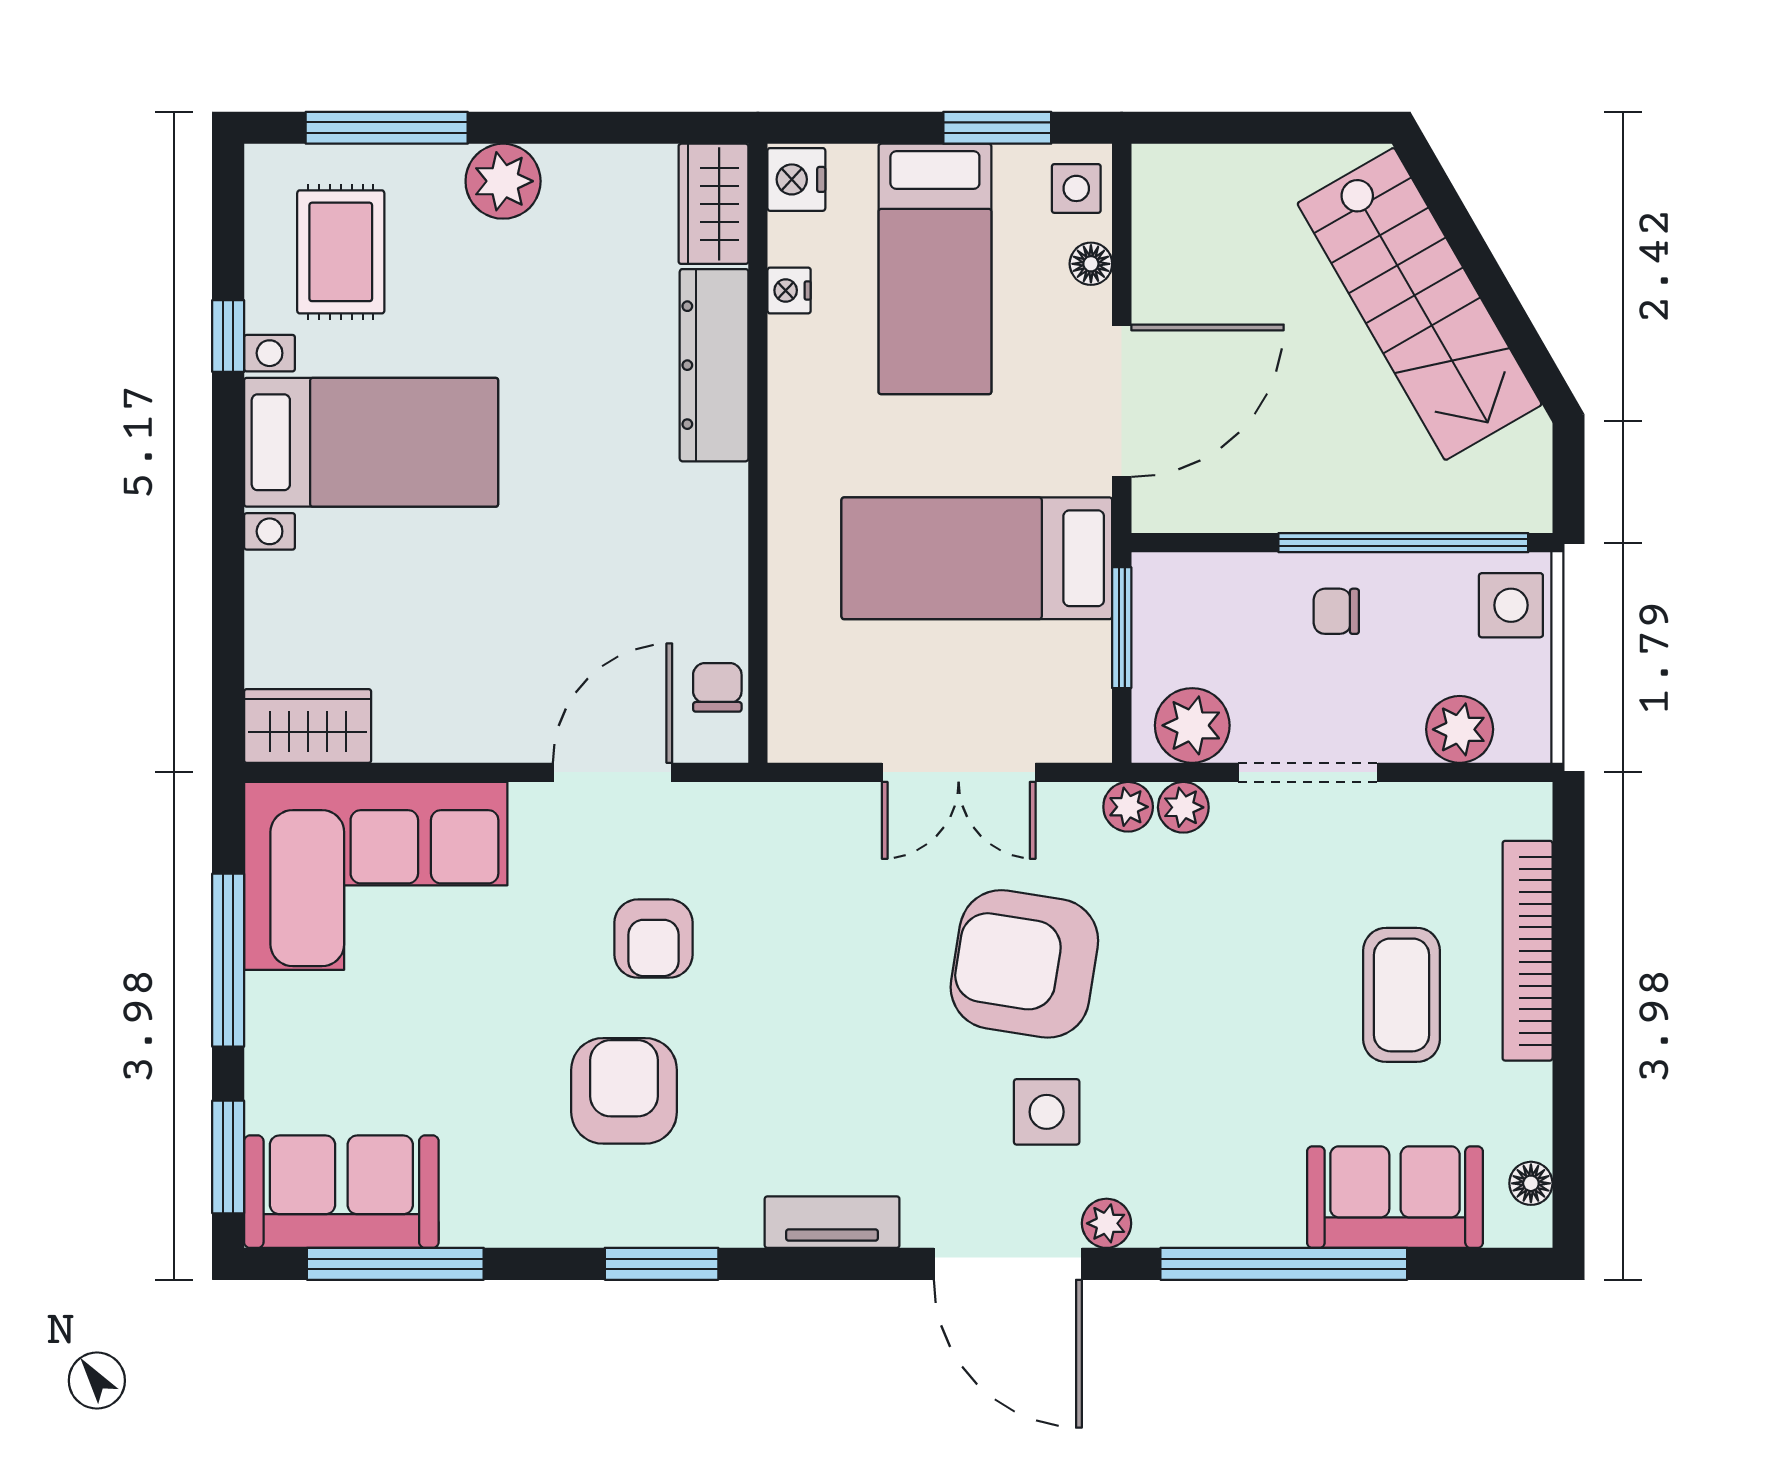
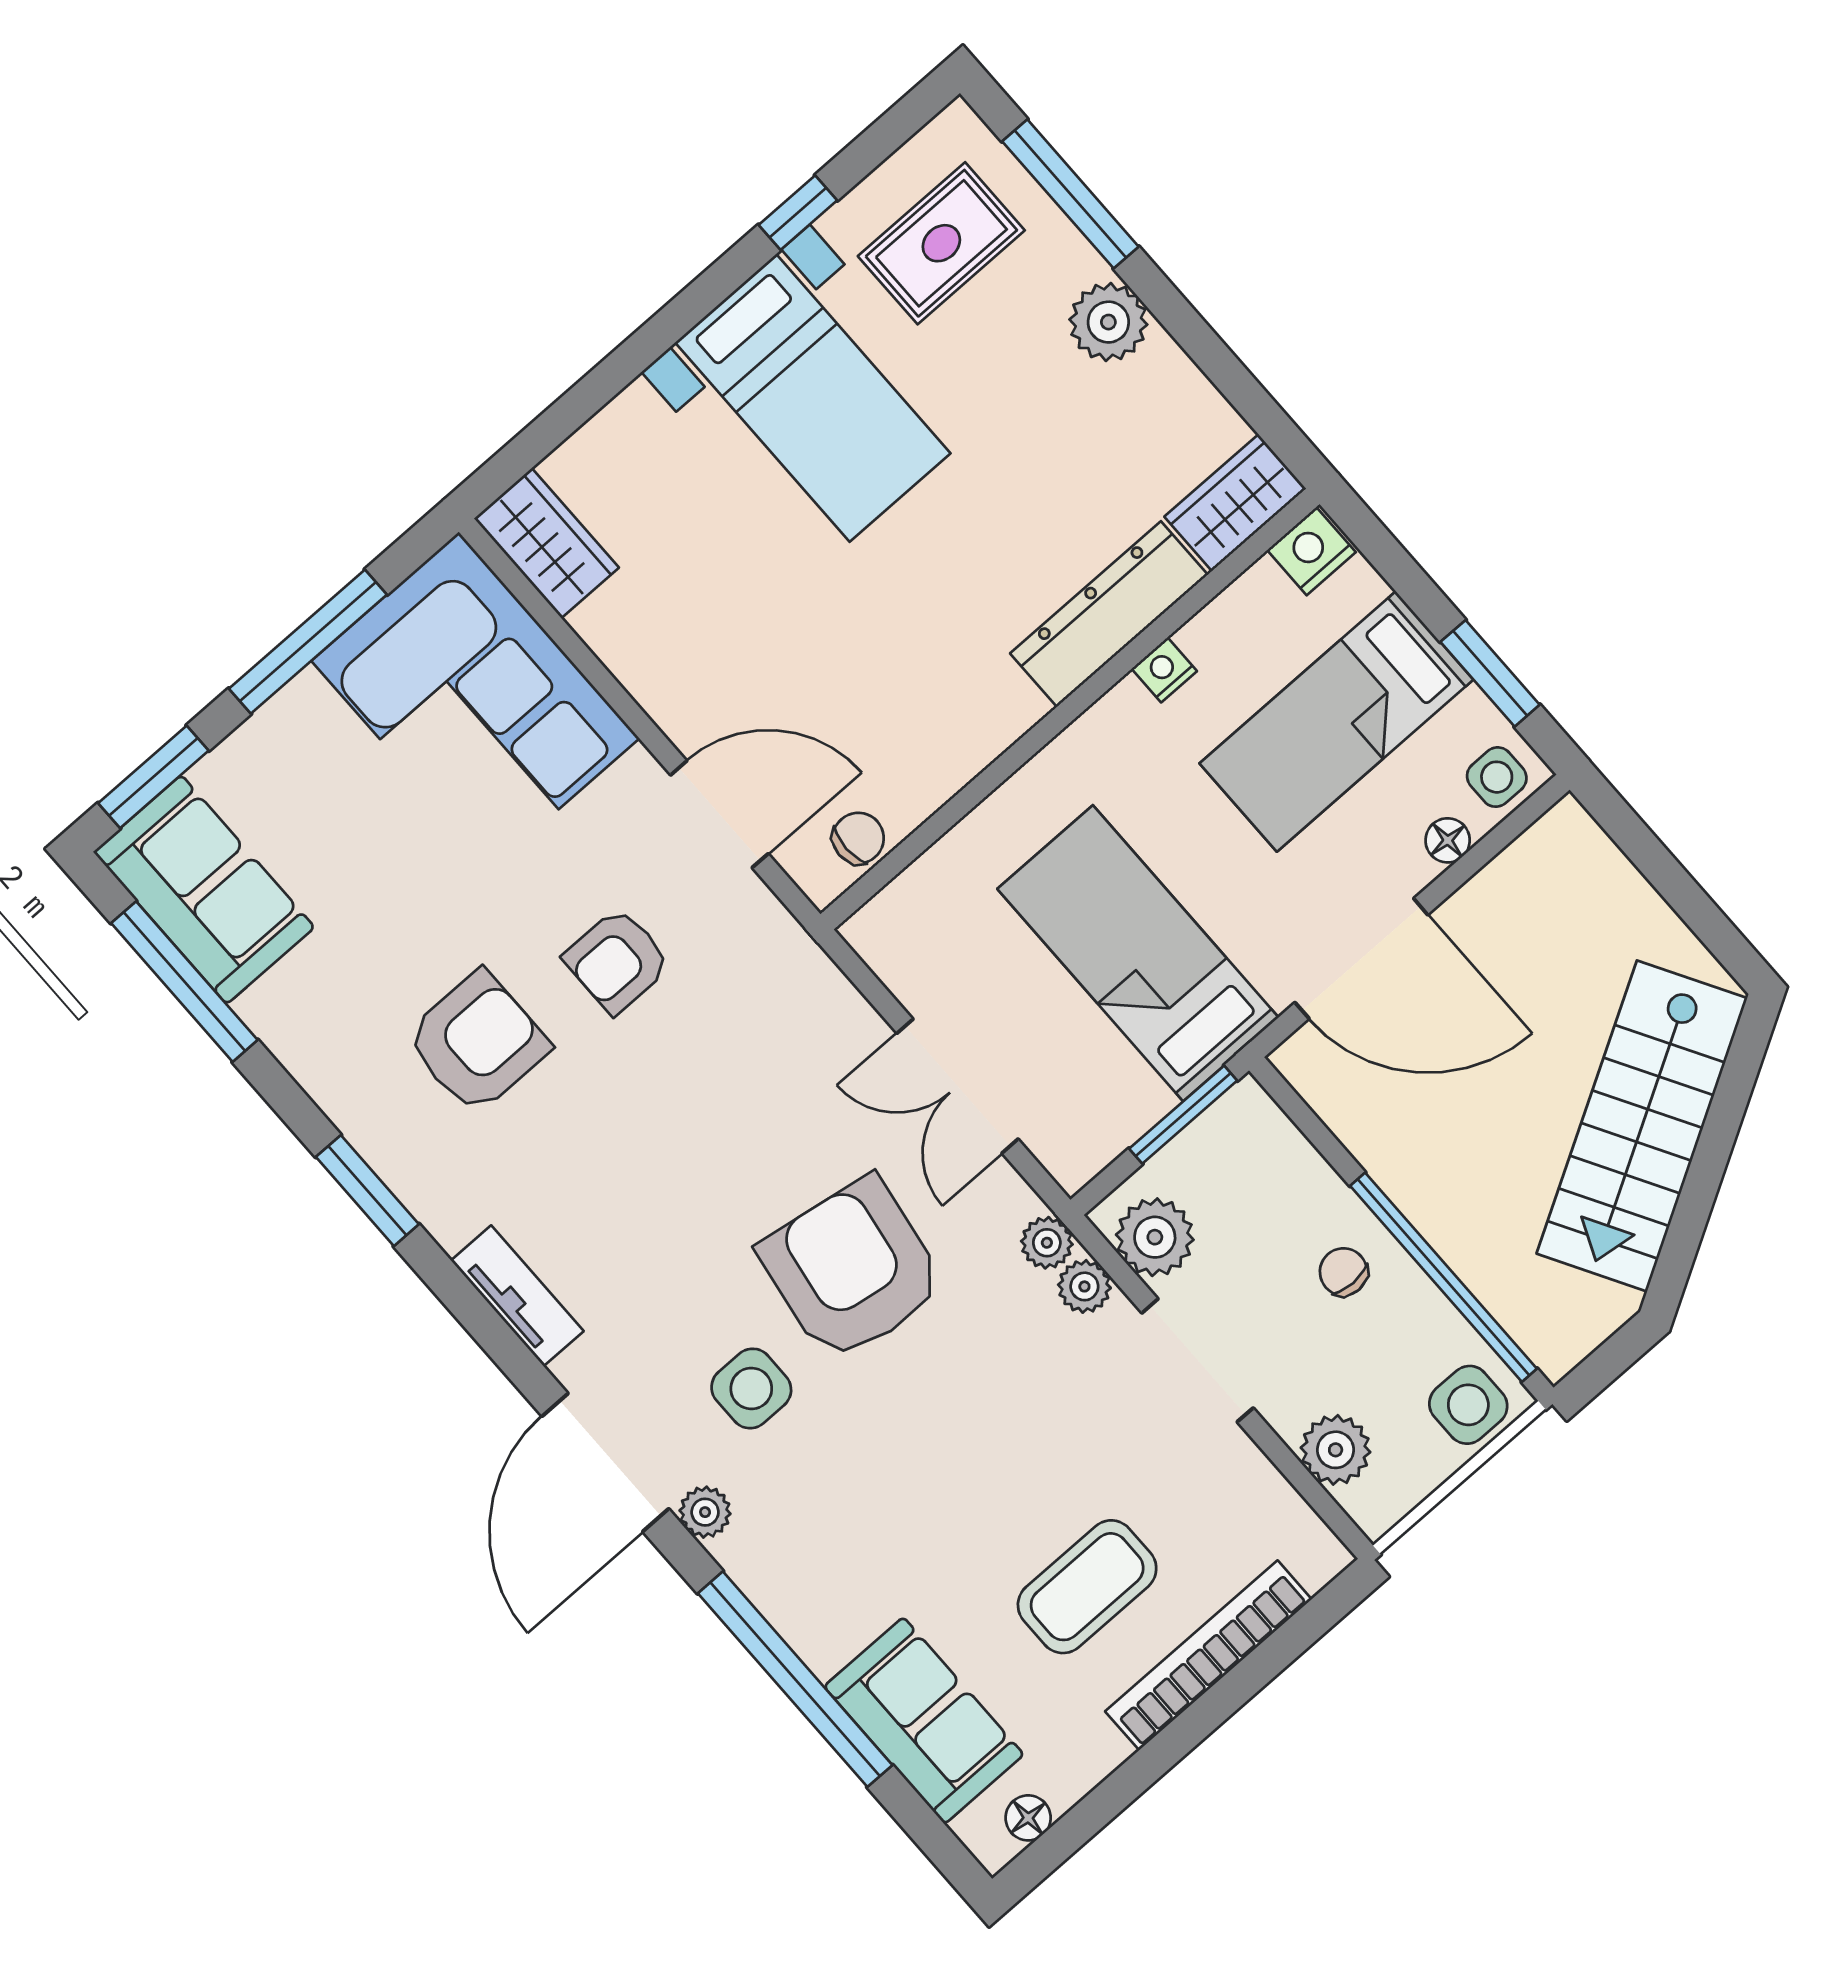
nightstand: (789, 290) -> (1164, 670), moved

